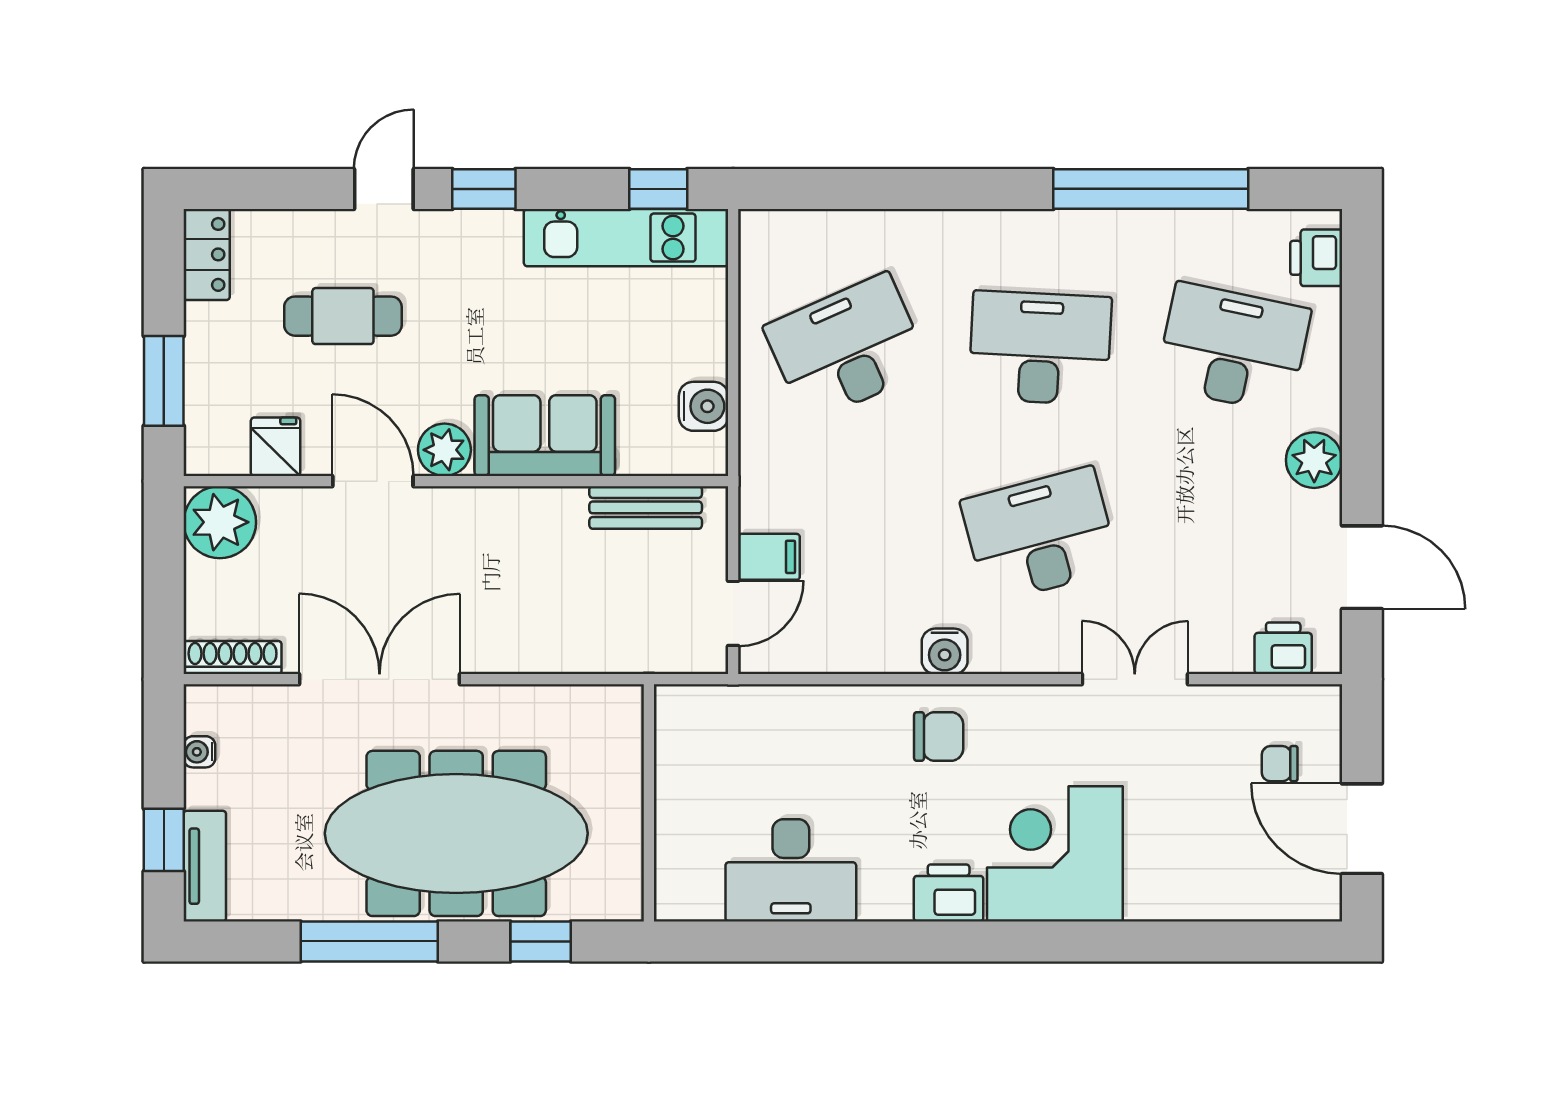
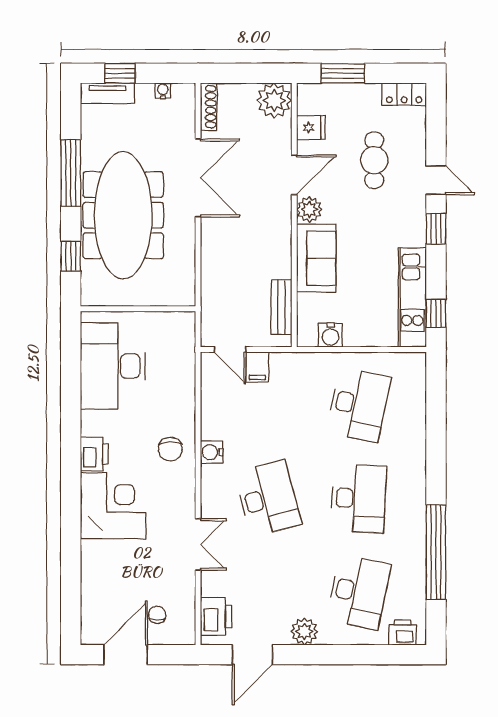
desk: (847, 348) -> (359, 405), turned 36
printer: (1283, 648) -> (216, 616), width x1.36, depth x1.24
desk: (791, 870) -> (113, 366), width x1.36, depth x1.30

